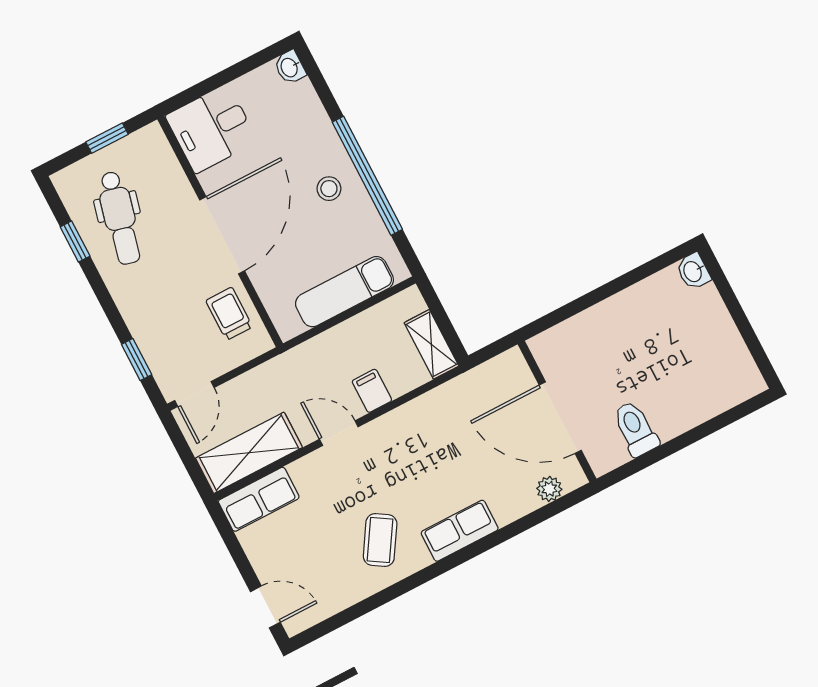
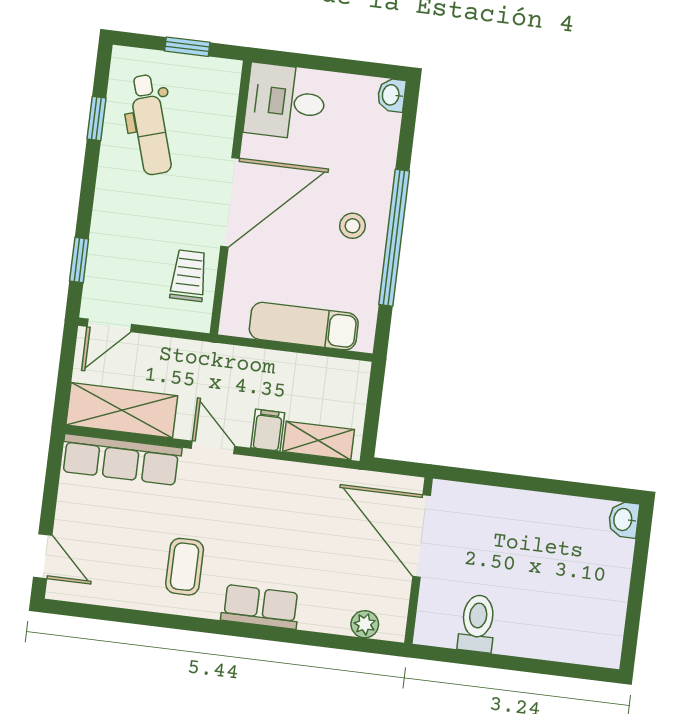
dental chair: (120, 218) -> (150, 125), turned -31
shelving: (431, 344) -> (319, 441), moved, turned 90
door: (560, 418) -> (422, 536), moved
row of seats: (259, 499) -> (121, 460), width x1.48
coffee table: (380, 540) -> (185, 567), turned -32

